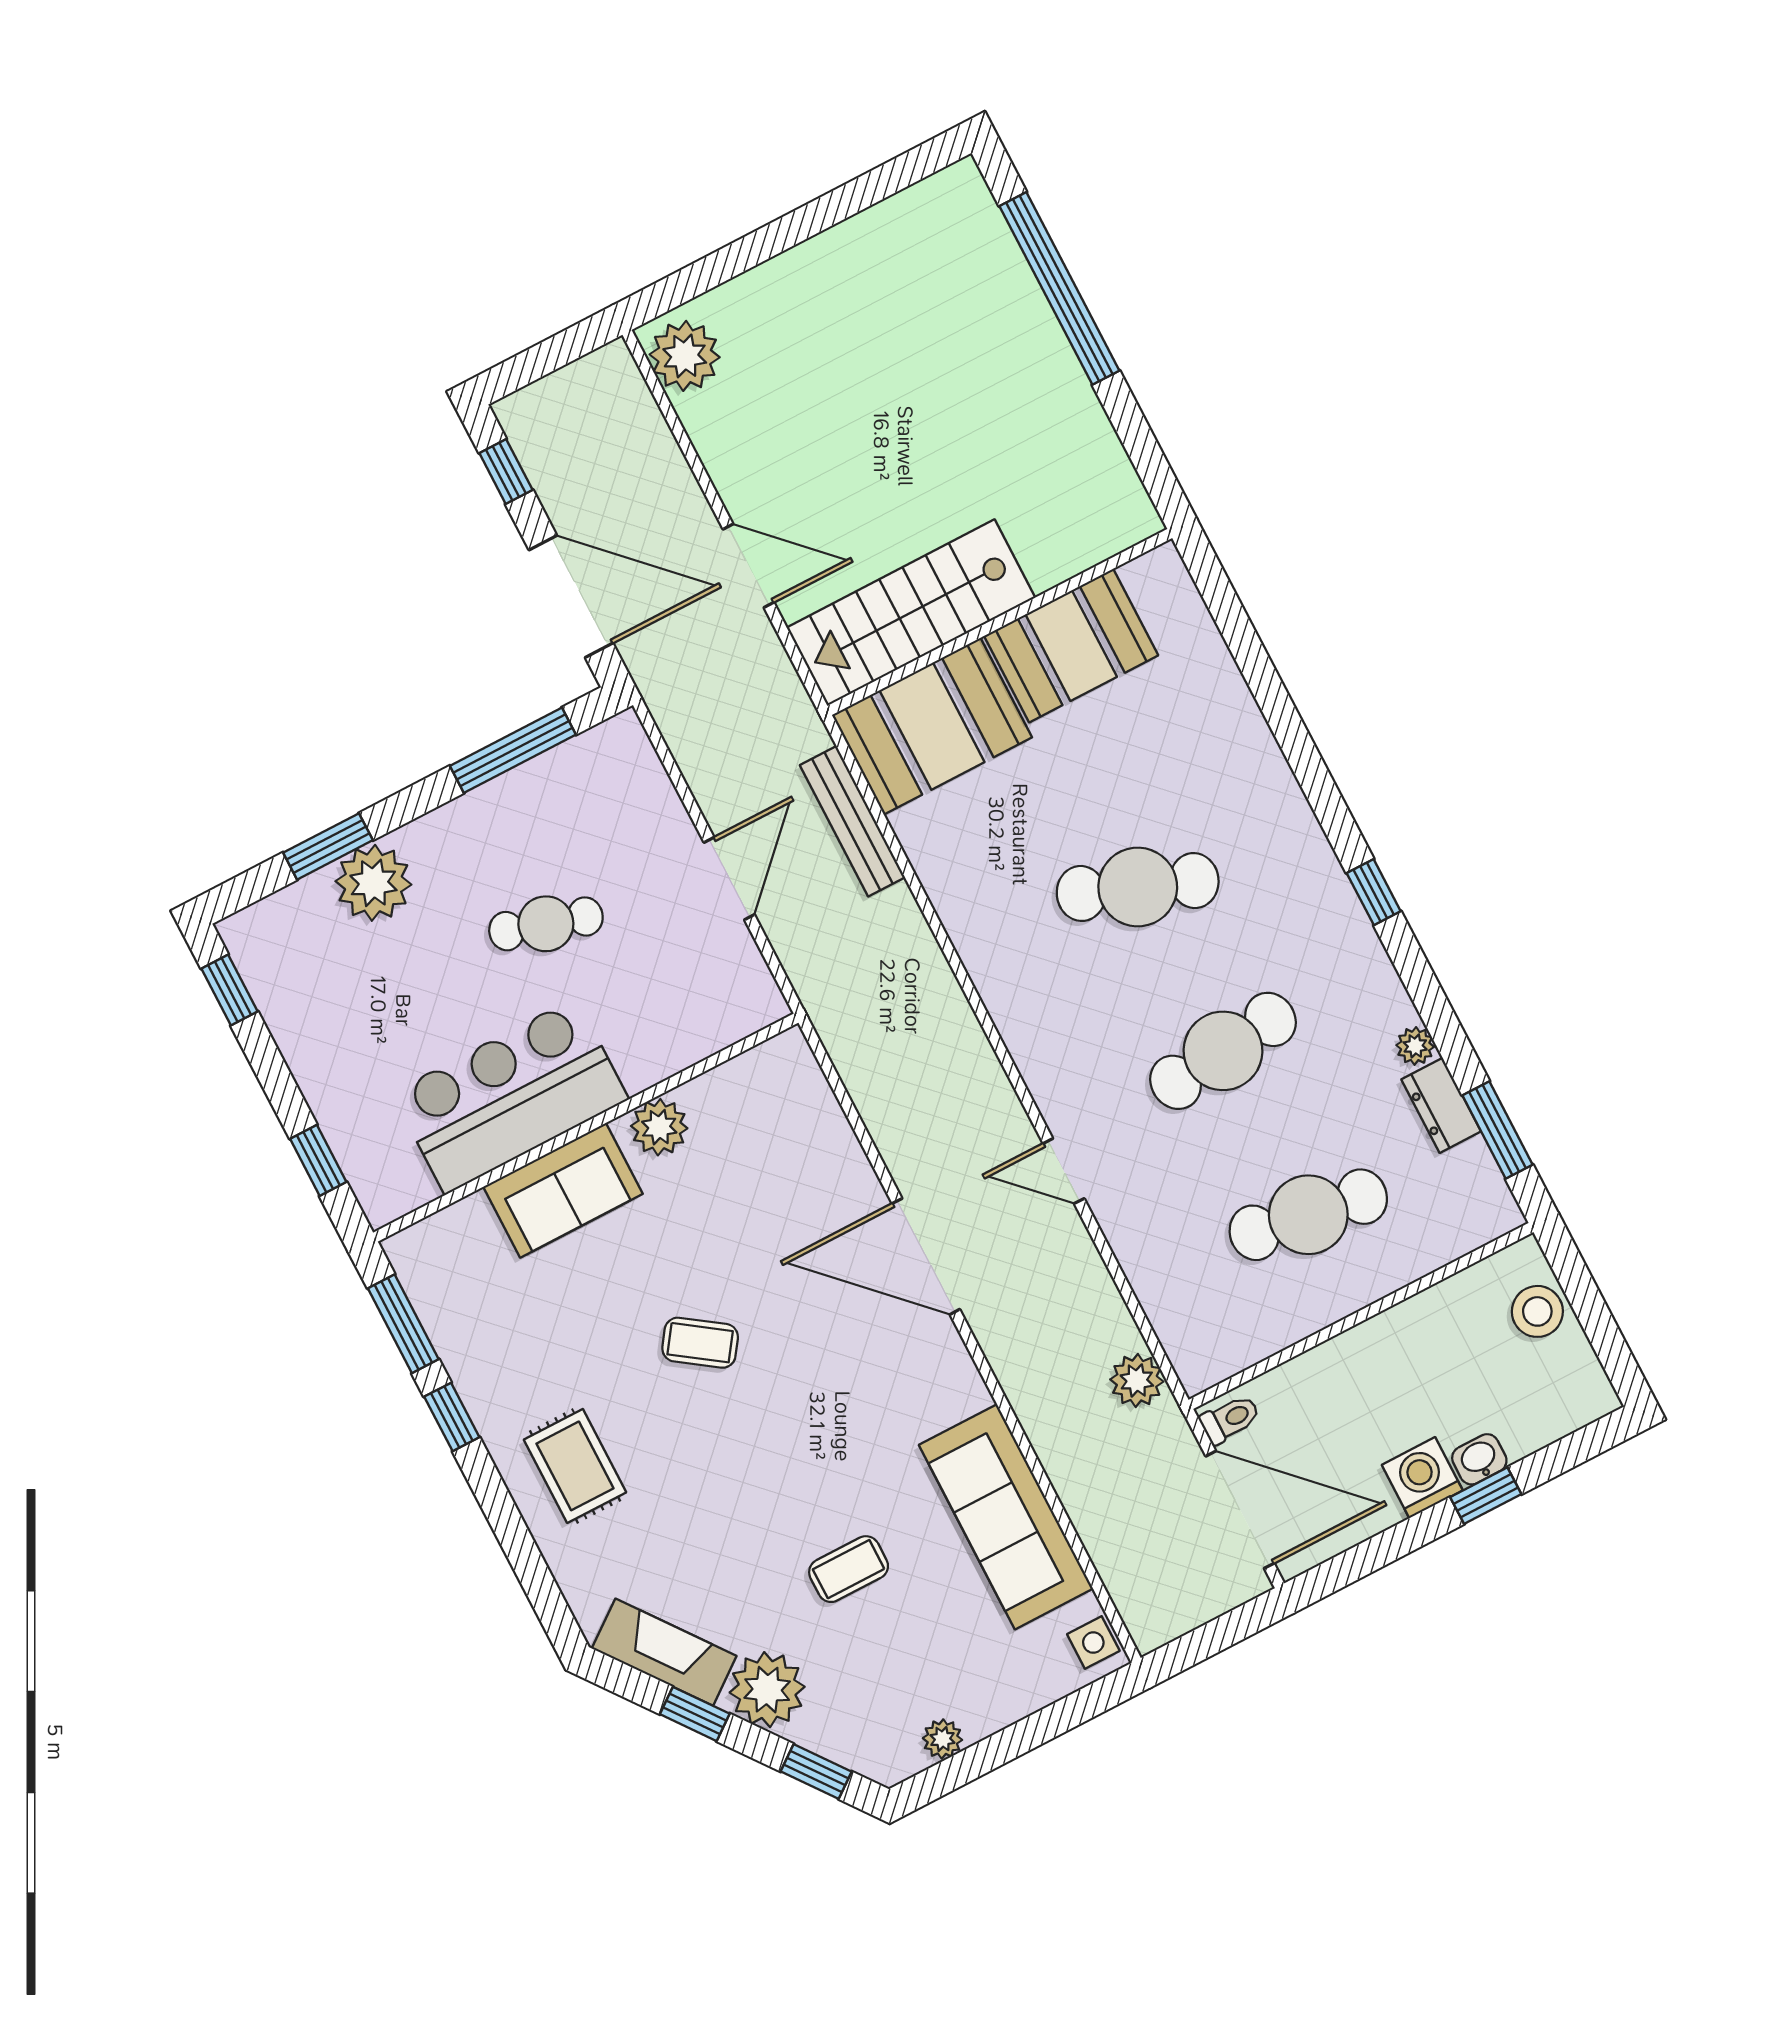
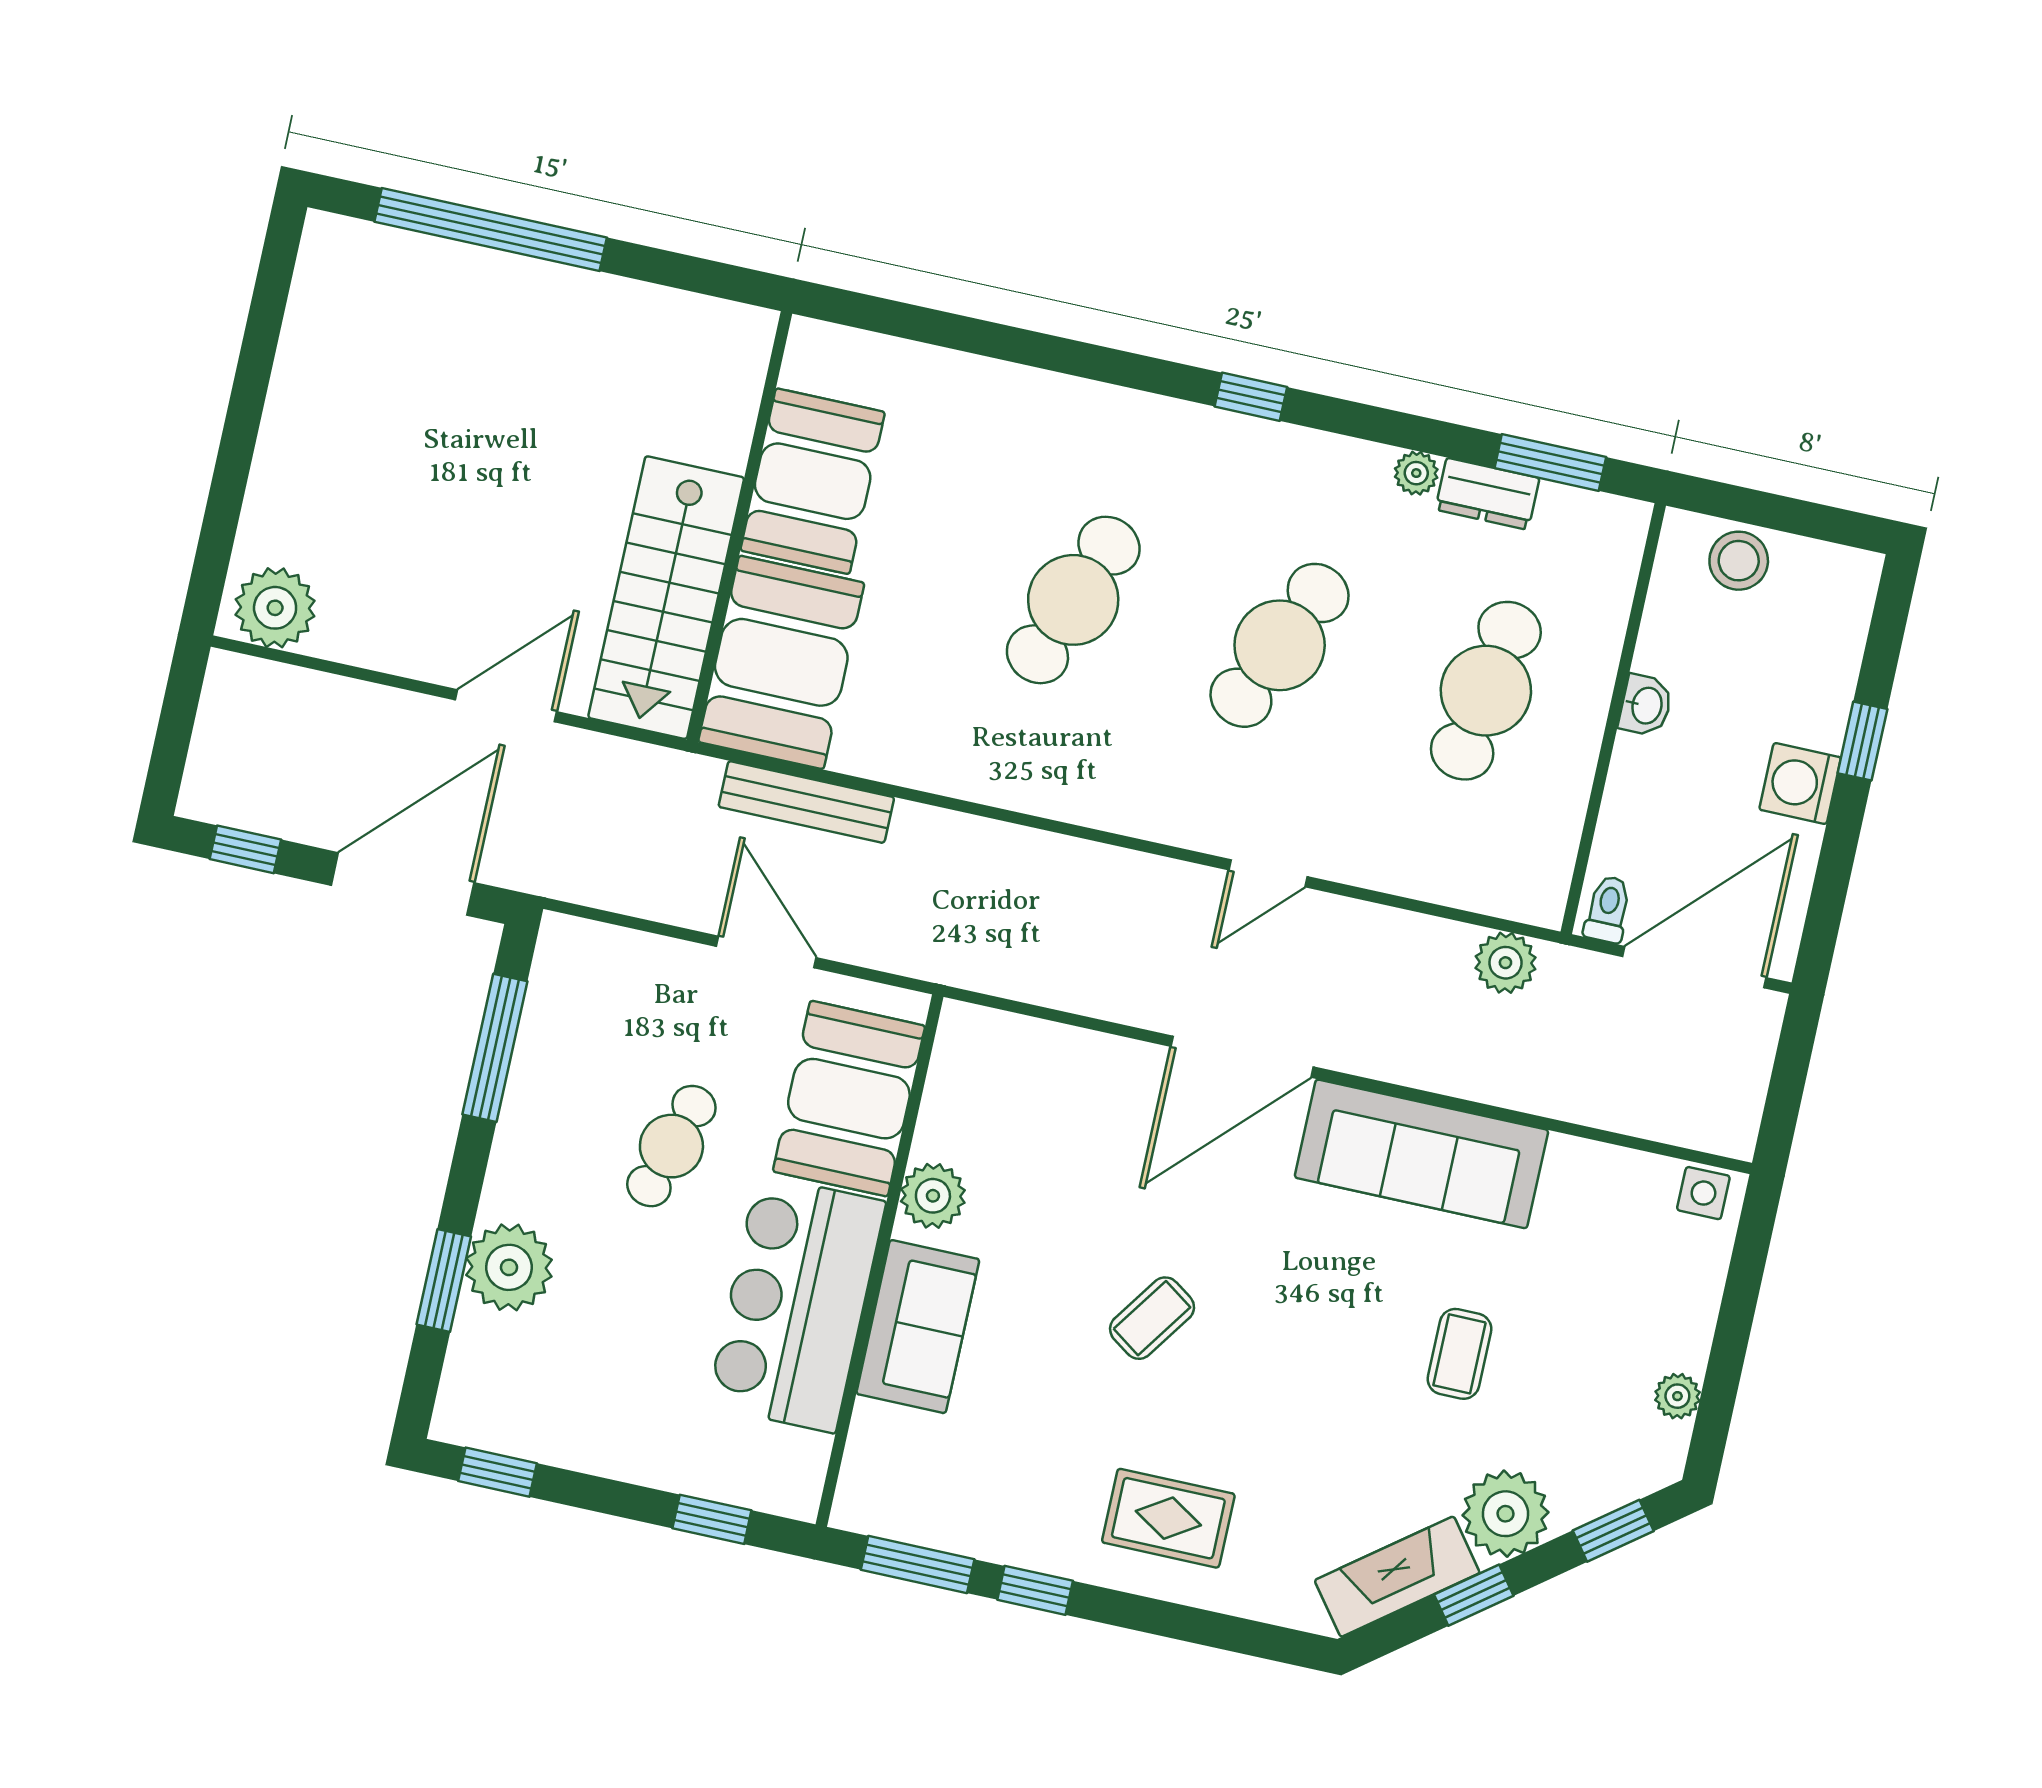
booth: (677, 1016) -> (849, 1099), added
cafe table: (1223, 1051) -> (1280, 645), turned 30
washbasin: (1479, 1459) -> (1646, 705), moved, turned 180
sofa: (1006, 1517) -> (1421, 1154), moved

